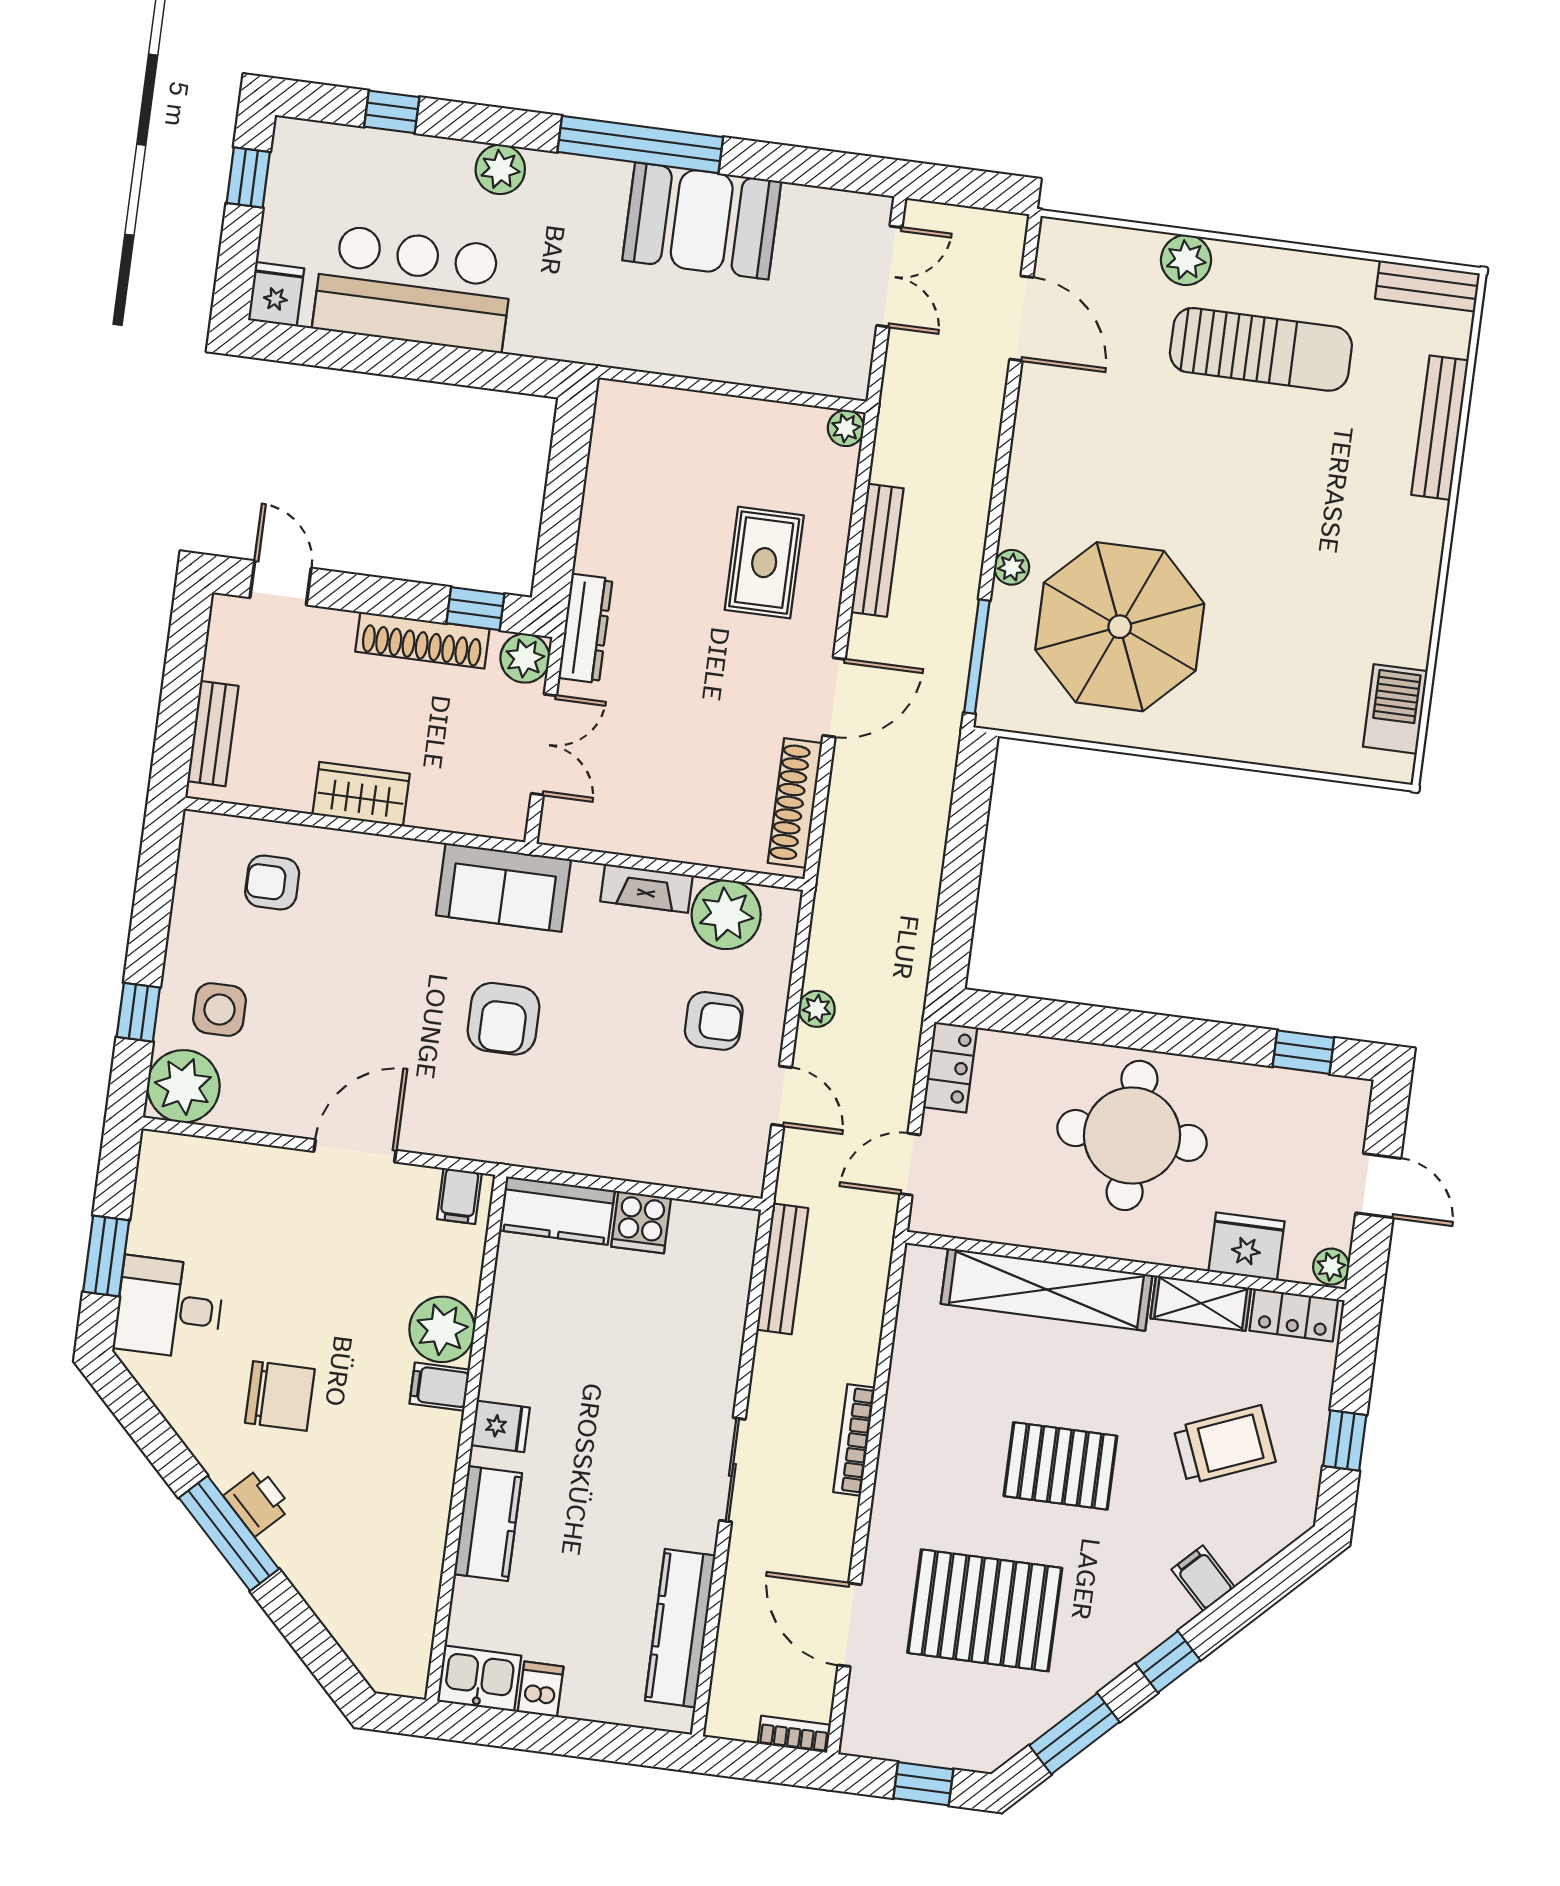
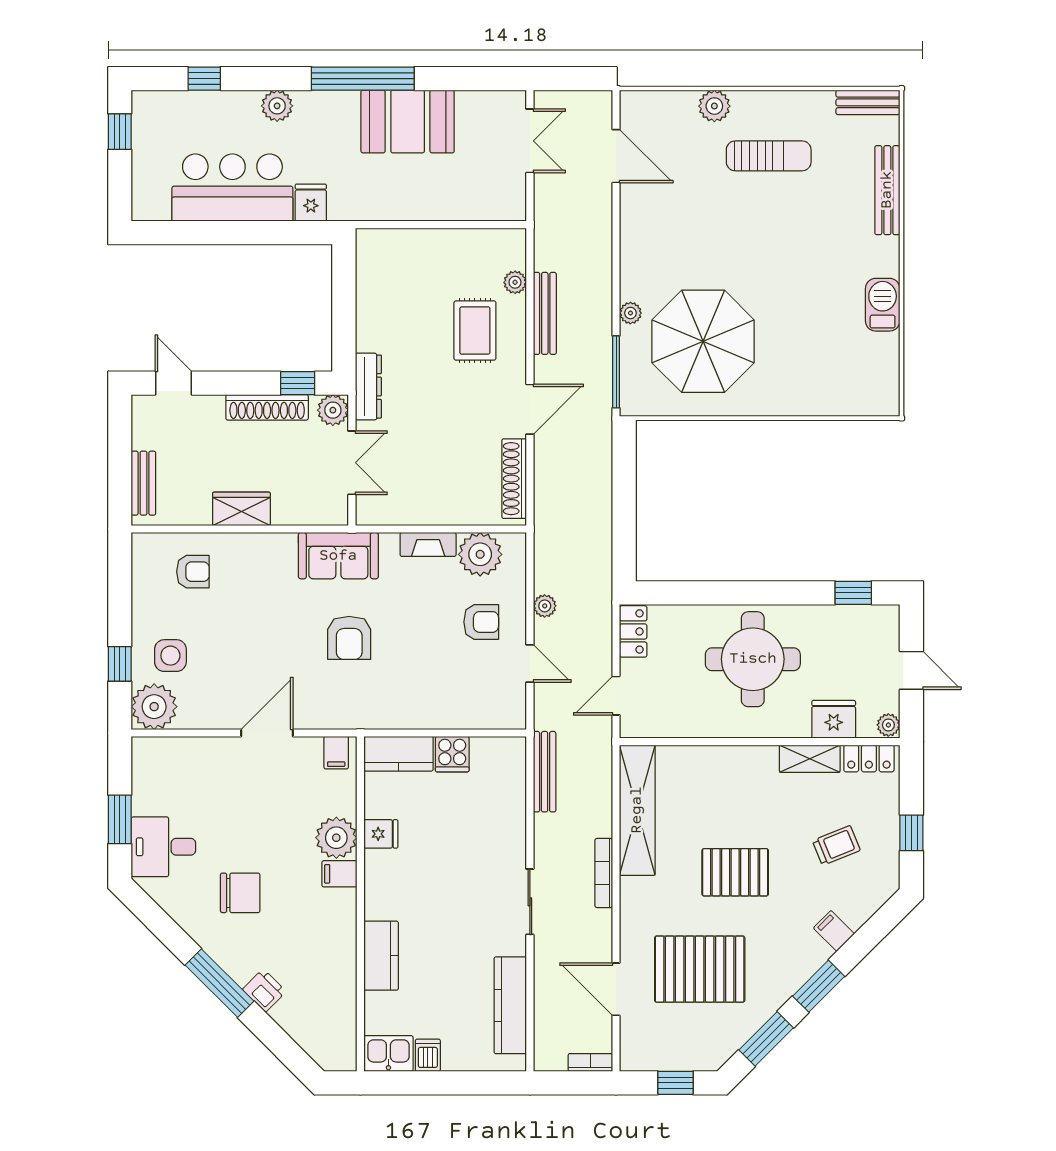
fridge: (276, 294) -> (311, 203), moved
sun lounger: (1261, 349) -> (769, 156), width x0.73, depth x0.75
plant: (846, 428) -> (515, 282), moved
barbecue: (1395, 709) -> (883, 305), moved
armchair: (272, 883) -> (193, 572), turned 180
shelving: (1047, 1289) -> (637, 810), moved, turned 90
fridge: (500, 1426) -> (381, 834), moved
trolley: (1225, 1445) -> (836, 845), width x0.73, depth x0.72
printer: (258, 1502) -> (264, 990), moved
window: (1168, 1662) -> (819, 986), width x1.50

